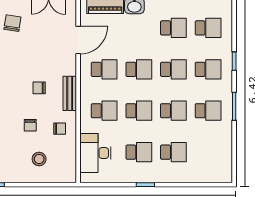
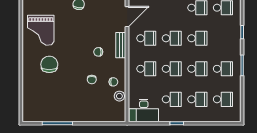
school desk: (208, 69) -> (223, 99), moved
bench: (70, 93) -> (121, 45), moved
desk: (95, 153) -> (144, 110), moved, turned -90
stool: (39, 159) -> (119, 96), moved

